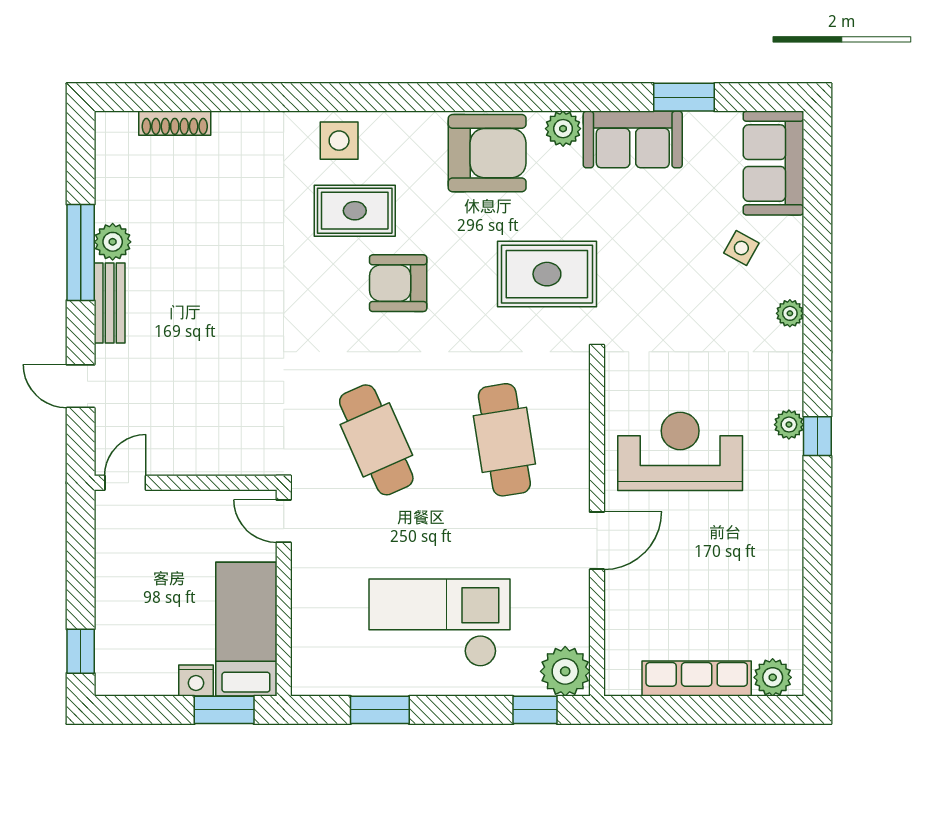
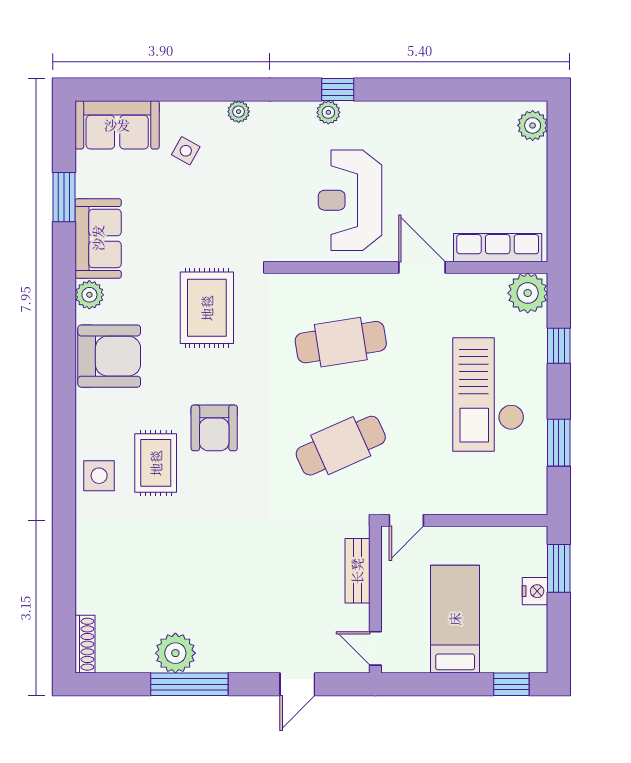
shoe rack: (175, 123) -> (85, 644), moved
armchair: (487, 153) -> (109, 356), turned 90
plant: (113, 242) -> (175, 653), width x1.36, depth x1.36
bench: (110, 303) -> (357, 571), moved, turned 90
bed: (246, 629) -> (455, 619), moved, turned 90
row of seats: (697, 679) -> (498, 248), moved, turned 90
window: (535, 710) -> (559, 346), moved

